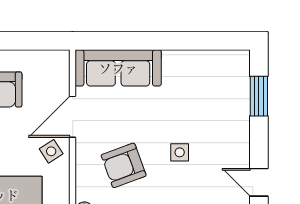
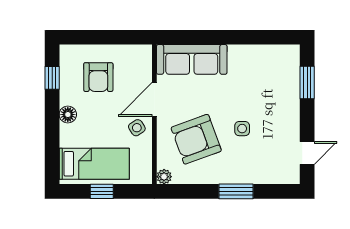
armchair: (124, 165) -> (196, 139), width x1.36, depth x1.36
door: (259, 182) -> (307, 153), swing flipped

